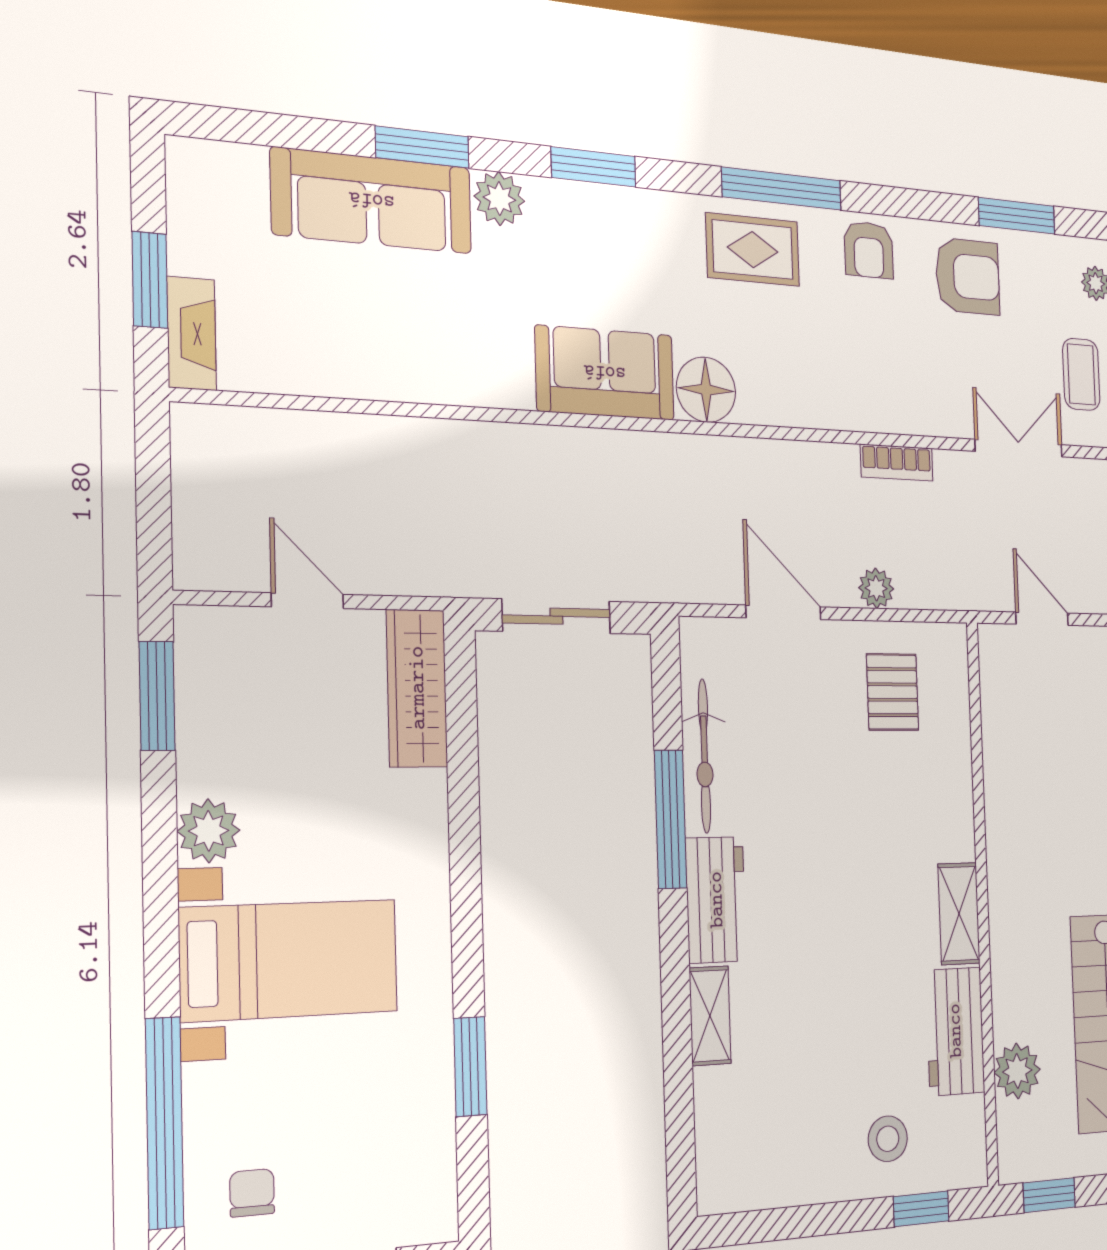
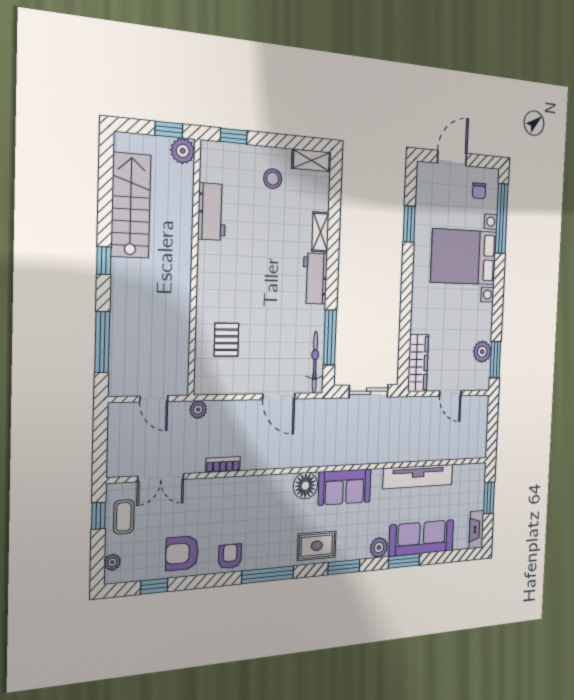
window: (1017, 216) -> (154, 586), width x0.67
rug: (753, 250) -> (317, 546), moved
fireplace: (192, 333) -> (476, 530), moved
tv unit: (395, 374) -> (418, 477), added
plant: (876, 588) -> (198, 410), moved
pallet: (893, 692) -> (226, 340), moved
bicycle: (704, 756) -> (315, 362), moved
window: (670, 819) -> (330, 337), moved
plant: (209, 831) -> (482, 352), moved
shelving: (959, 914) -> (311, 160), moved, turned 90
bed with nightstands: (289, 960) -> (464, 257), width x1.36
plant: (1017, 1071) -> (183, 151), moved
stool: (888, 1139) -> (273, 179), moved

